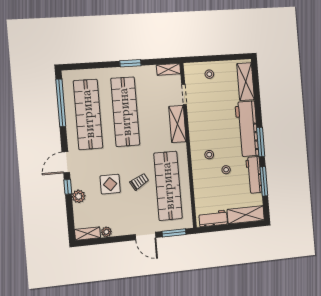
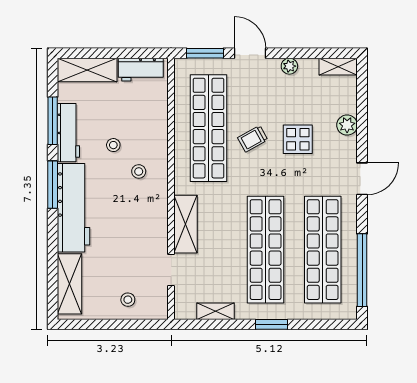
window: (130, 63) -> (272, 324), moved
shelving: (169, 69) -> (216, 311), moved
window: (68, 187) -> (362, 141), removed
plant: (106, 232) -> (289, 66), moved

